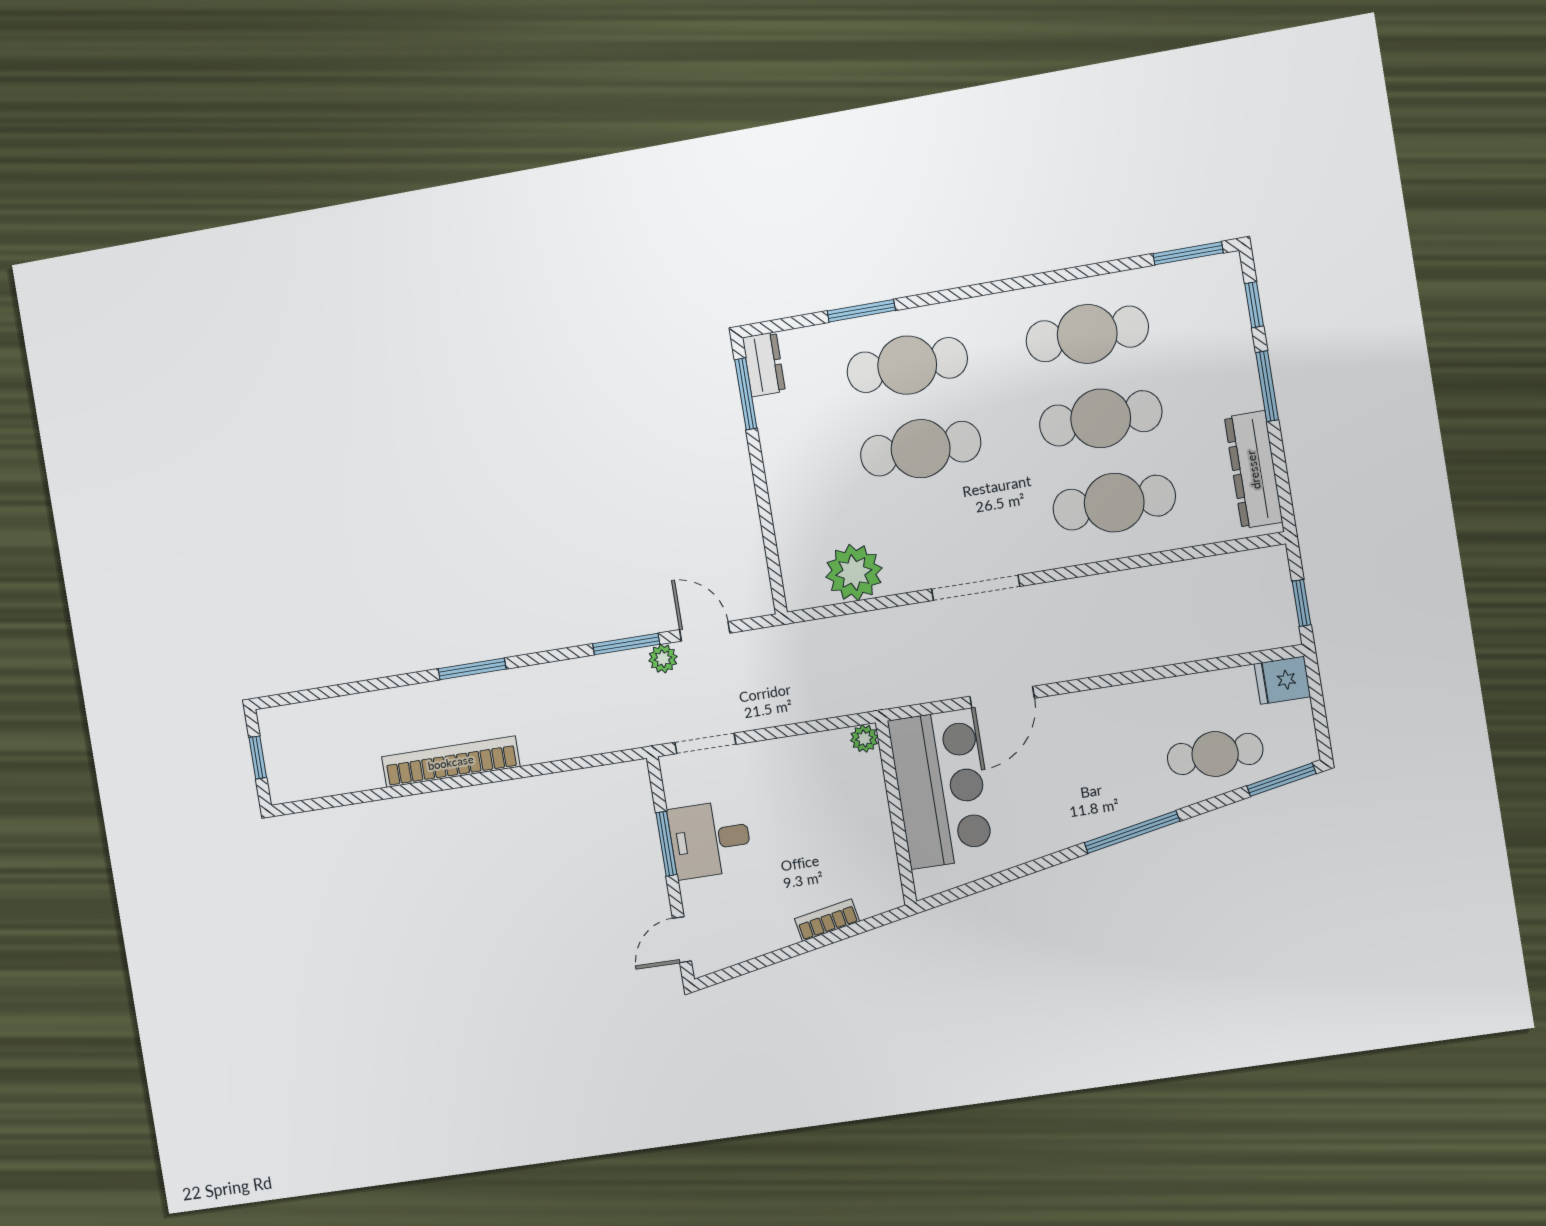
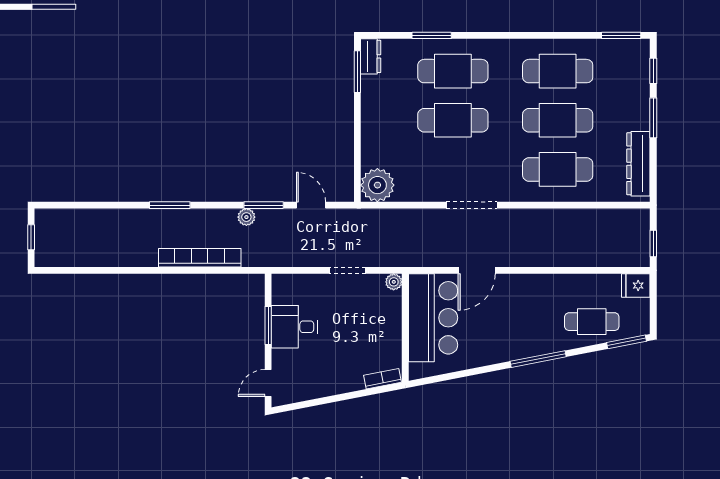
plant: (854, 572) -> (377, 185), moved
plant: (663, 659) -> (246, 217), moved
doorway: (705, 743) -> (348, 270), moved
bookcase: (451, 762) -> (200, 258), moved
bookcase: (827, 920) -> (383, 379), moved

